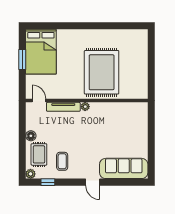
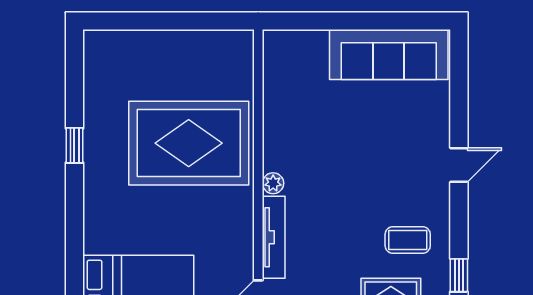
window: (101, 26) -> (74, 145), added
sofa: (124, 168) -> (389, 55), moved, turned -90

